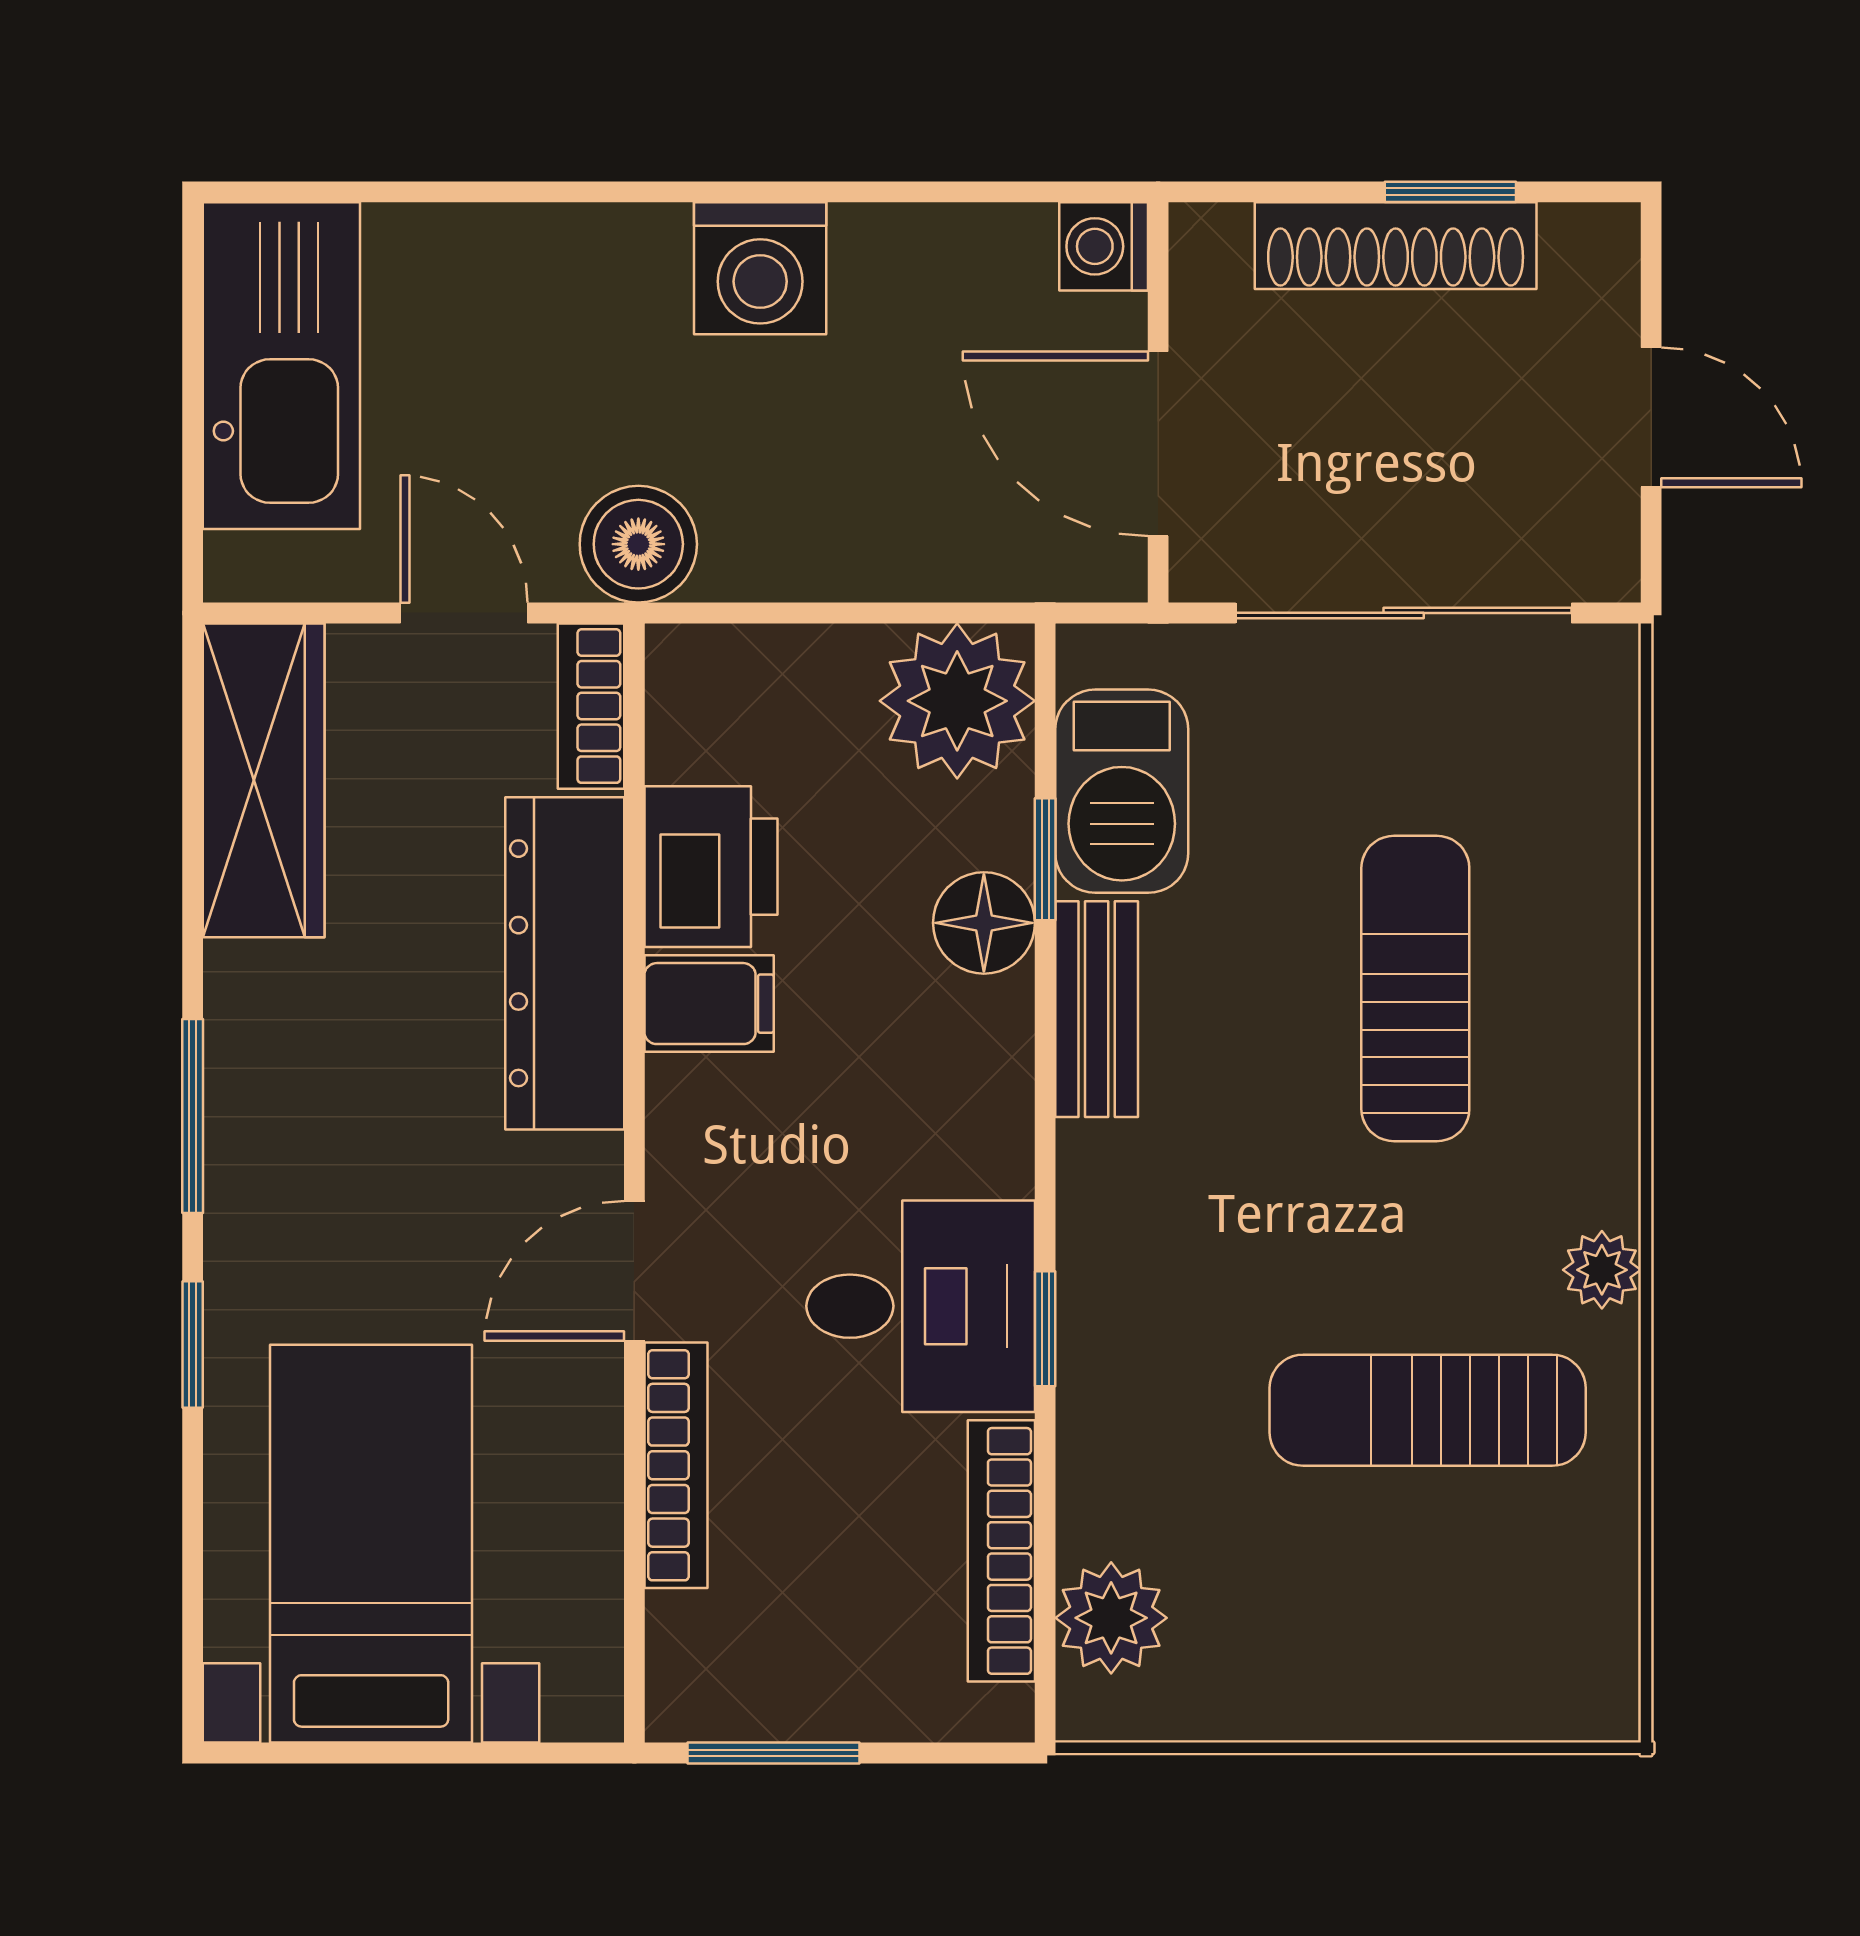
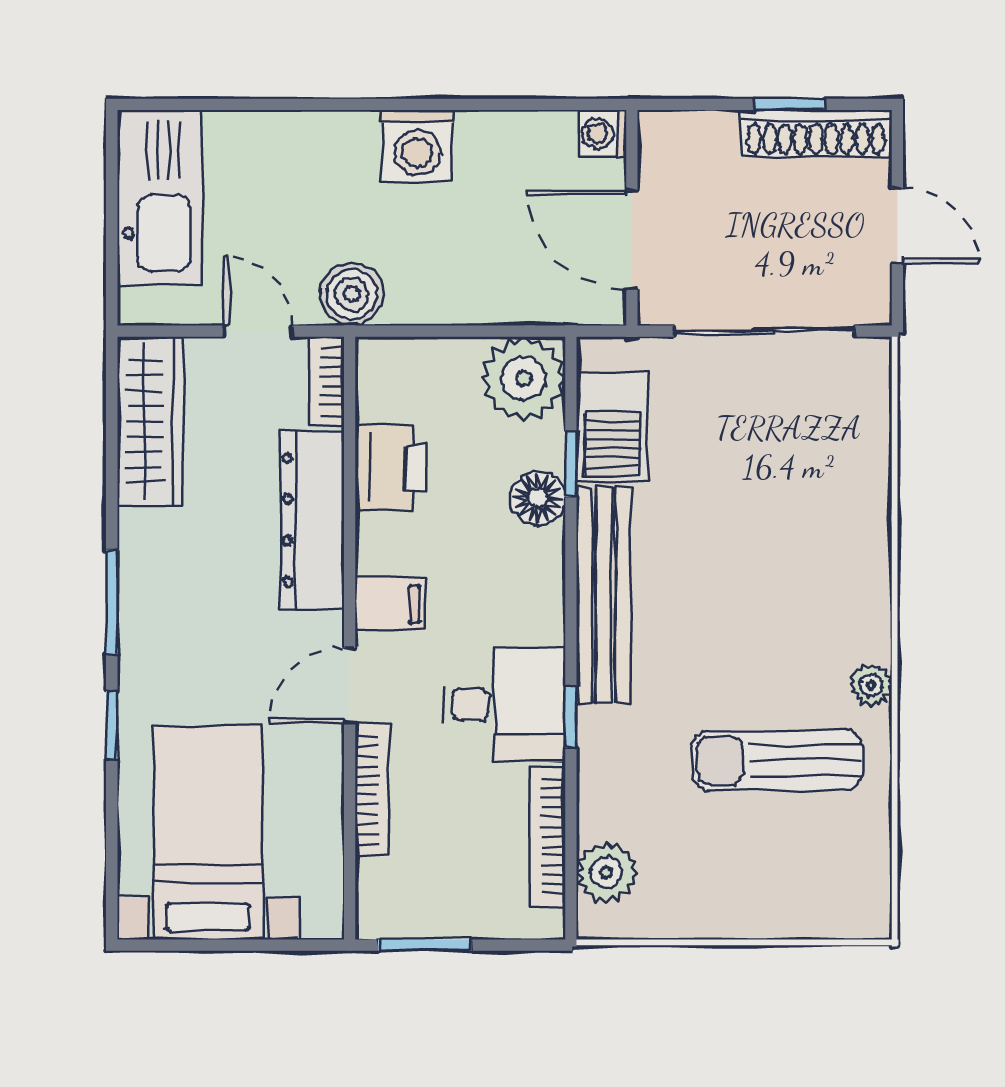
shoe rack: (1396, 246) -> (816, 133), moved
sun lounger: (1415, 989) -> (770, 533), removed
filing cabinet: (709, 1004) -> (390, 604), moved
bench: (1097, 1009) -> (603, 595), width x1.86, depth x1.21

